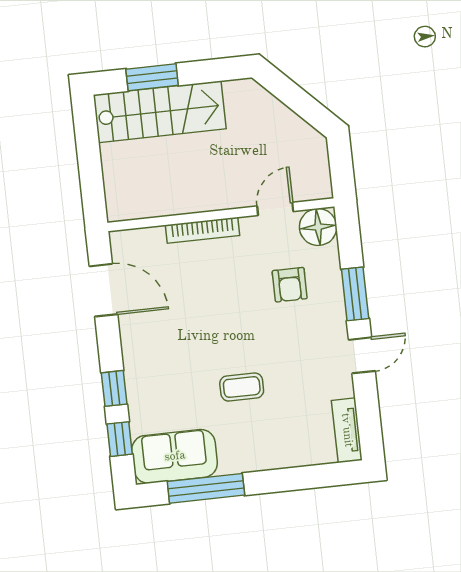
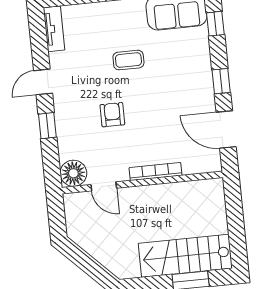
door: (275, 209) -> (104, 186), hinge flipped
armchair: (290, 285) -> (112, 115), moved
window: (355, 294) -> (47, 126), width x0.67
window: (114, 388) -> (221, 81), moved

